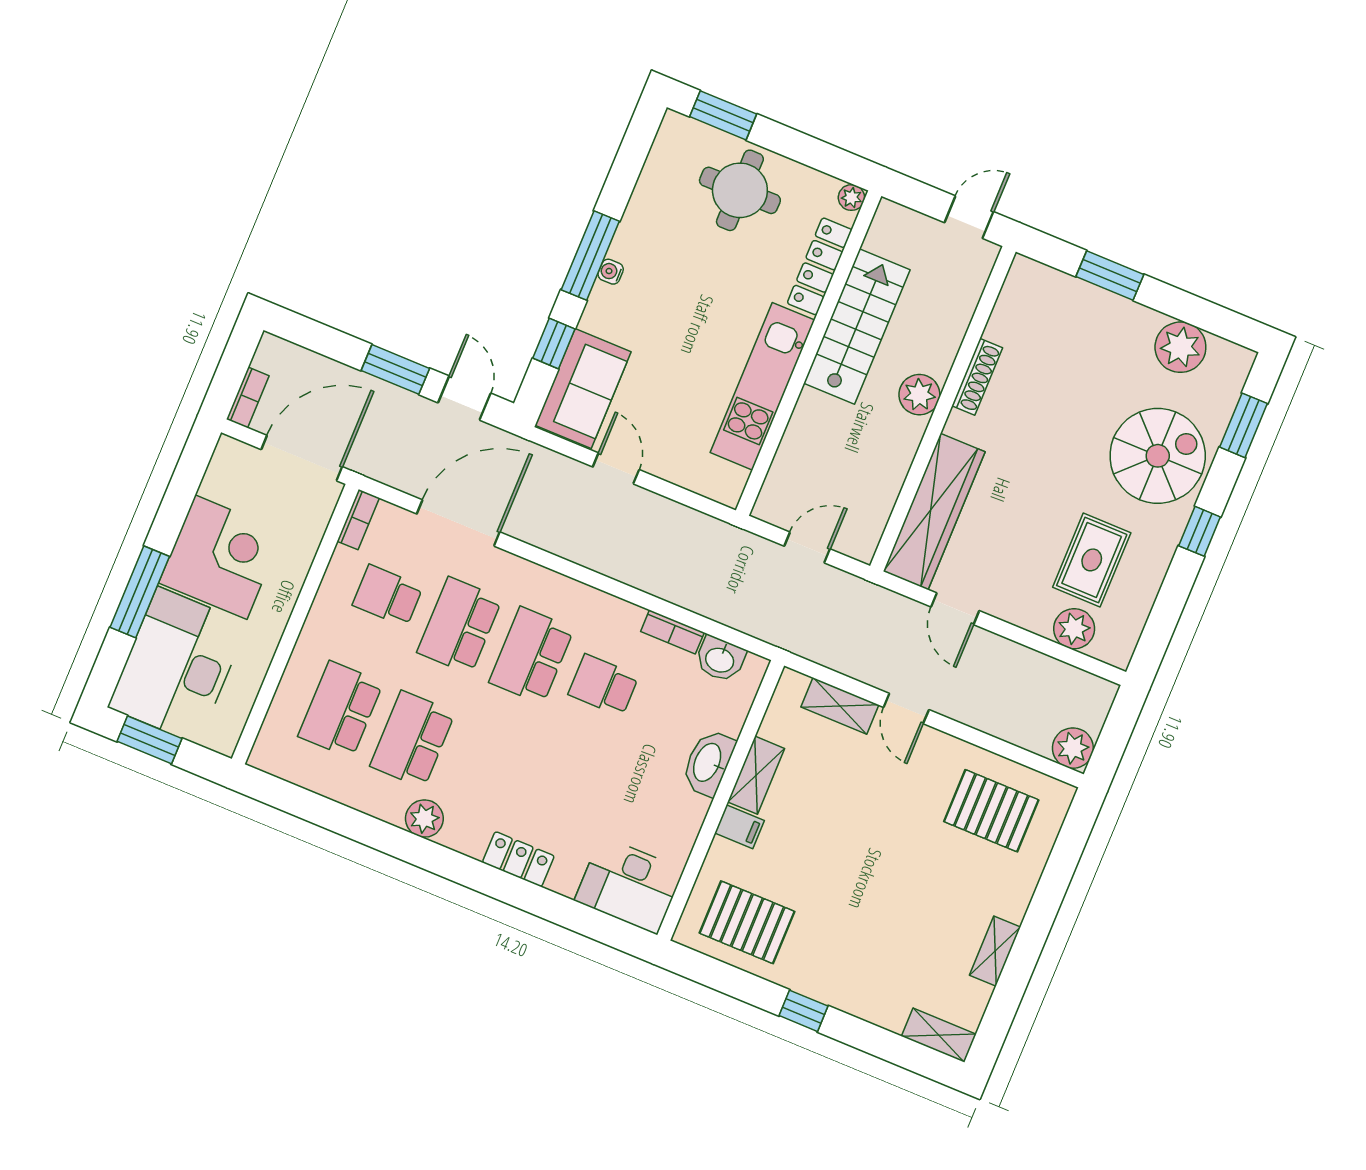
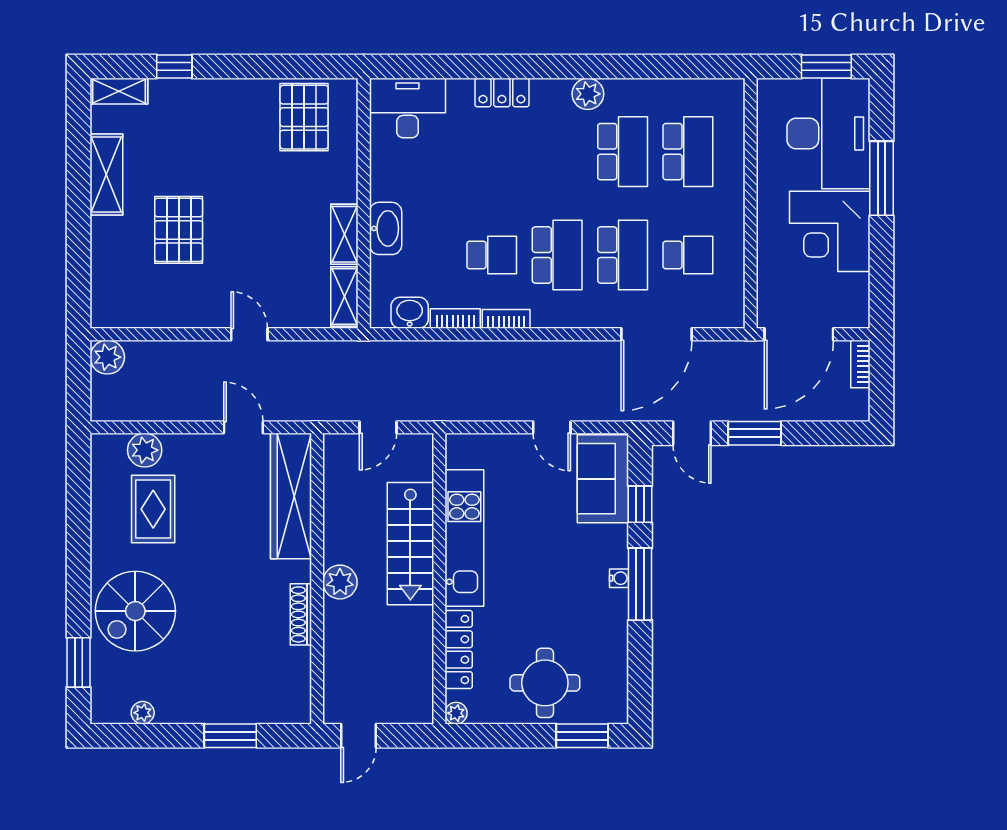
stairs: (857, 326) -> (410, 544), moved
plant: (1180, 347) -> (143, 713), width x0.53, depth x0.53
bookcase: (358, 520) -> (506, 319), moved, turned 90
window: (1200, 531) -> (79, 566), removed
shelving: (840, 706) -> (344, 297), moved, turned 90
pallet: (991, 811) -> (179, 230), moved, turned 90
filing cabinet: (740, 827) -> (341, 189), removed
pallet: (747, 922) -> (304, 117), turned 90
shelving: (995, 951) -> (106, 174), width x1.50, depth x1.33
window: (804, 1011) -> (174, 67), moved

